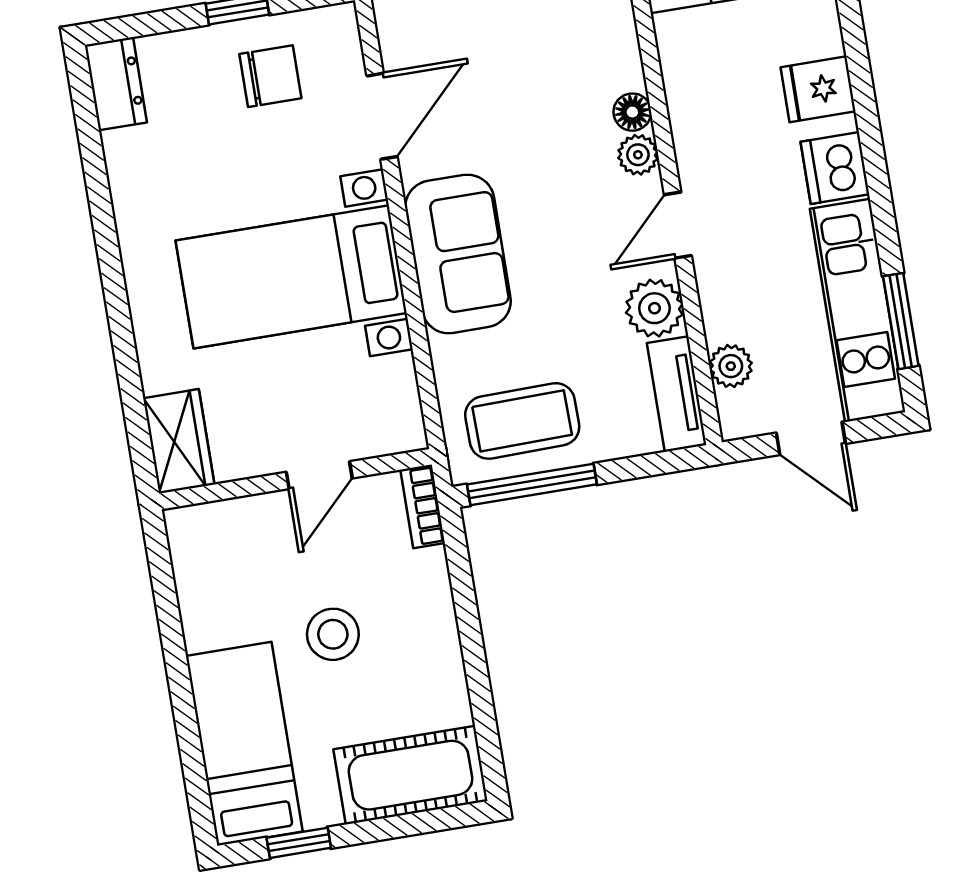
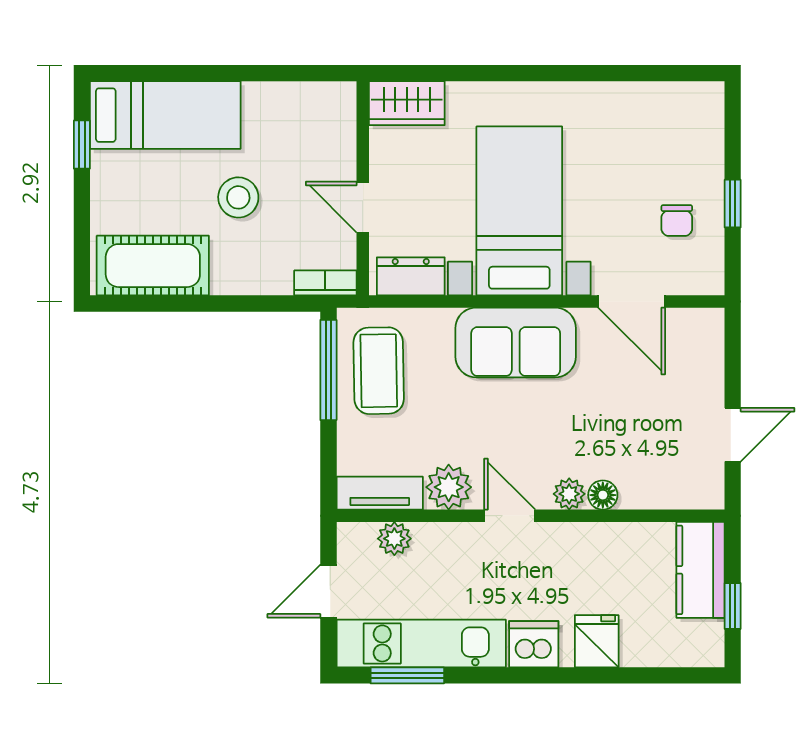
chair: (270, 76) -> (677, 220), width x0.73, depth x0.73
dresser: (116, 84) -> (411, 276), moved, turned 180
cot: (411, 775) -> (153, 266), moved, turned 90

